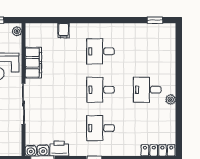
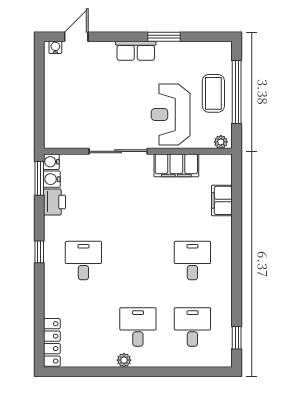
filing cabinet: (64, 31) -> (222, 200), width x2.00
desk: (100, 90) -> (192, 327), moved

